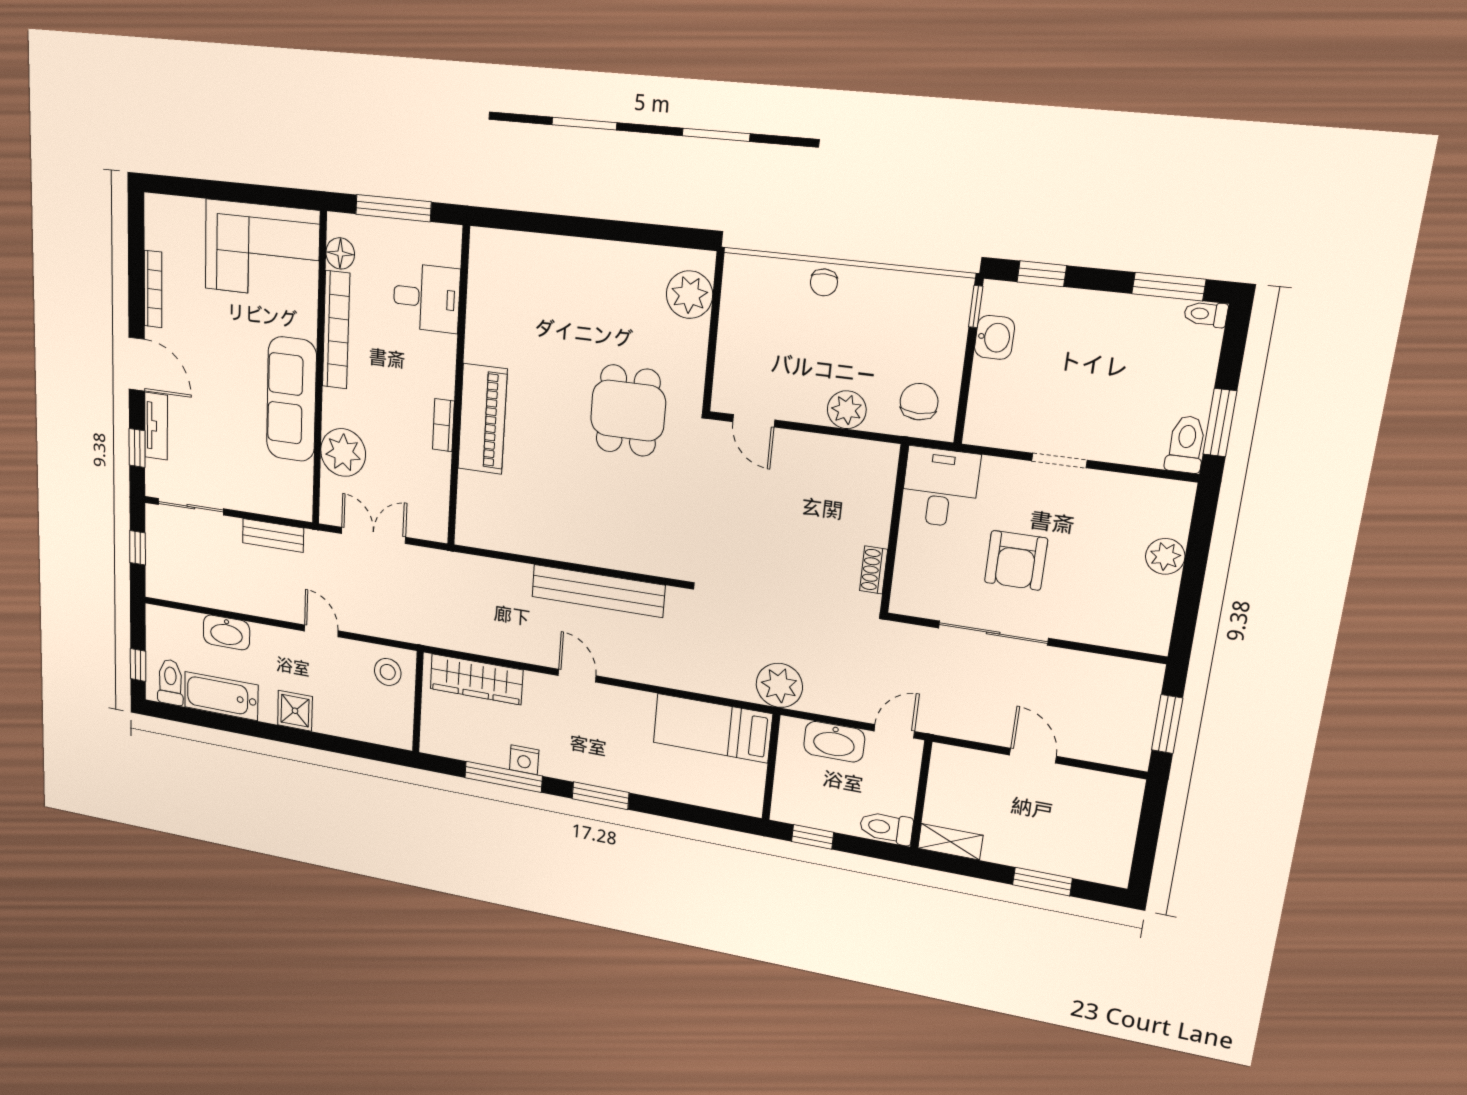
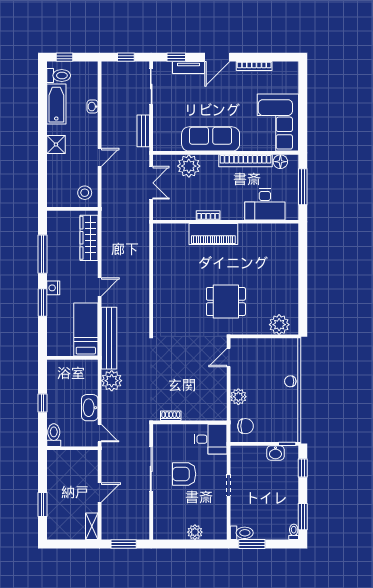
desk: (426, 298) -> (265, 204), width x1.37
bench: (598, 591) -> (109, 338), moved
washbasin: (226, 632) -> (93, 107), width x0.52, depth x0.69
bed: (712, 728) -> (86, 330), moved
nightstand: (524, 760) -> (53, 288), moved
wall: (771, 767) -> (72, 358), moved
shelving: (950, 842) -> (92, 526), moved

